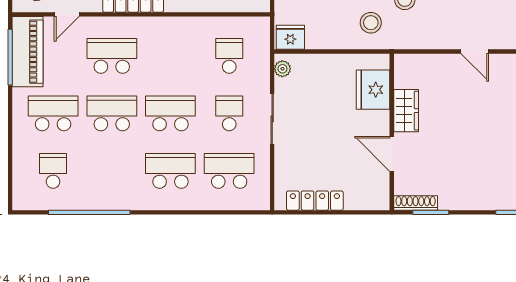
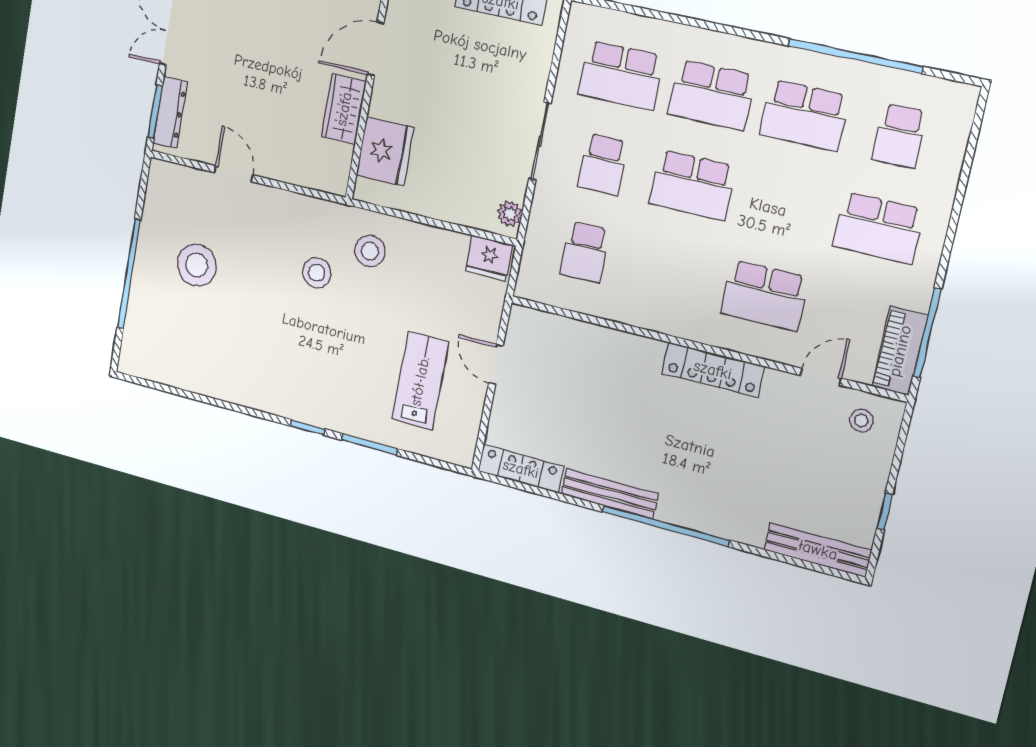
piano: (28, 52) -> (900, 351), width x0.73, depth x0.75
school desk: (112, 113) -> (804, 115), moved
door: (392, 154) -> (376, 49), swing flipped

